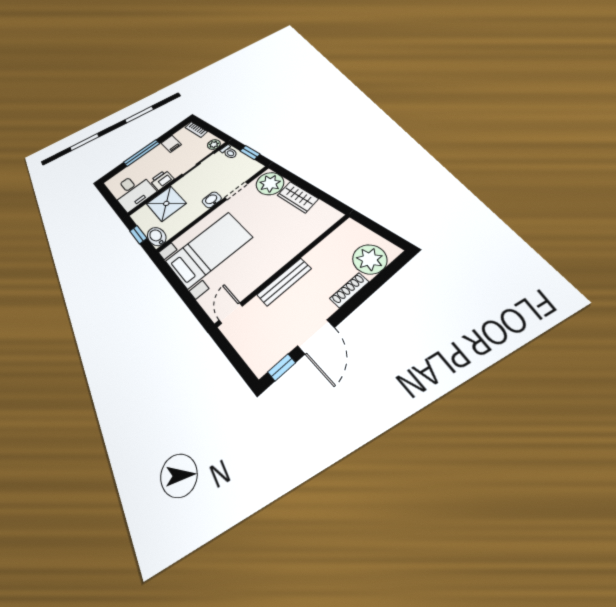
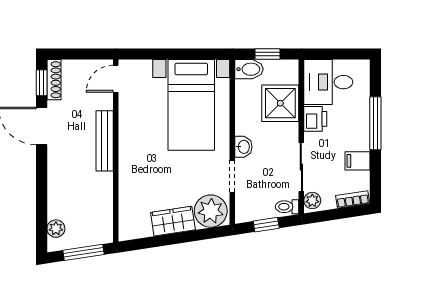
window: (377, 228) -> (84, 252), added
plant: (370, 259) -> (56, 229), width x0.53, depth x0.53
shoe rack: (349, 290) -> (54, 80), moved
door: (231, 313) -> (116, 79), swing flipped

